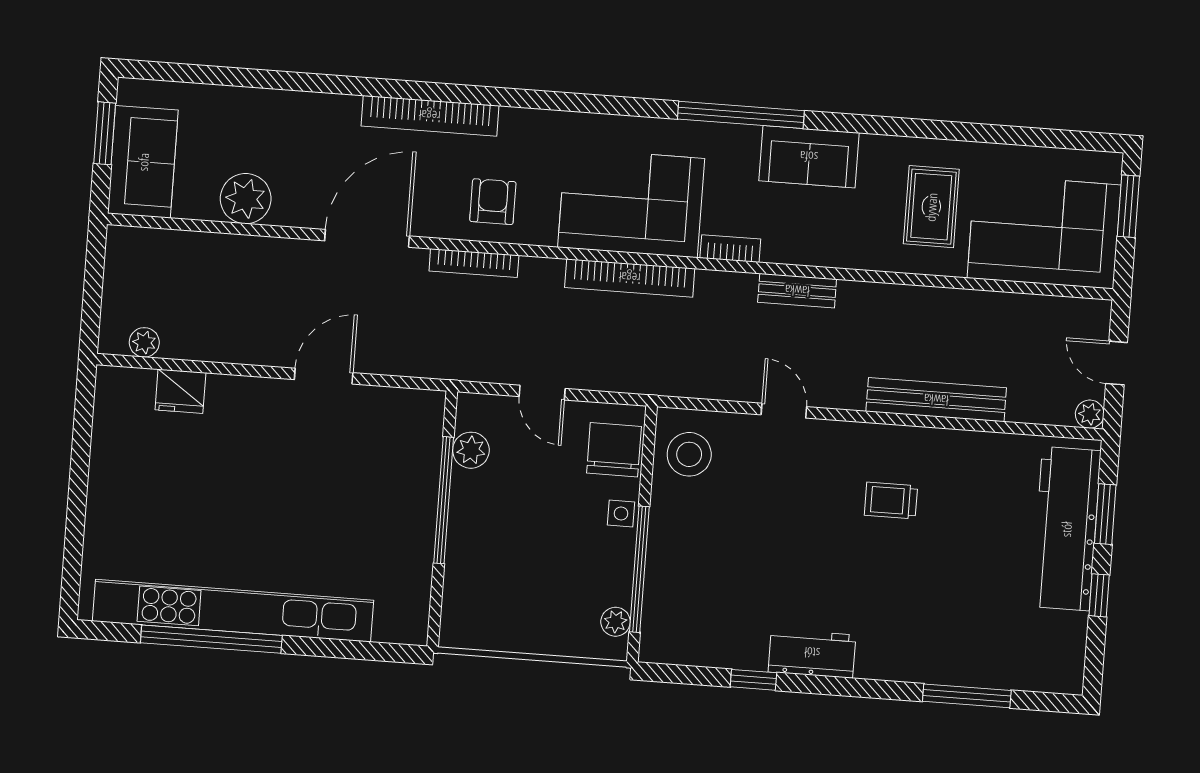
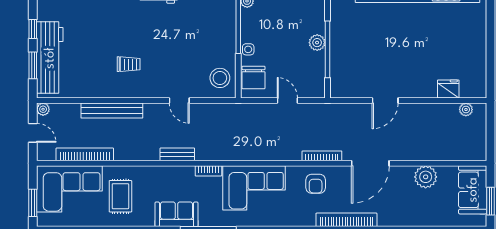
bookcase: (630, 278) -> (85, 154), moved
plant: (471, 450) -> (317, 43), moved

